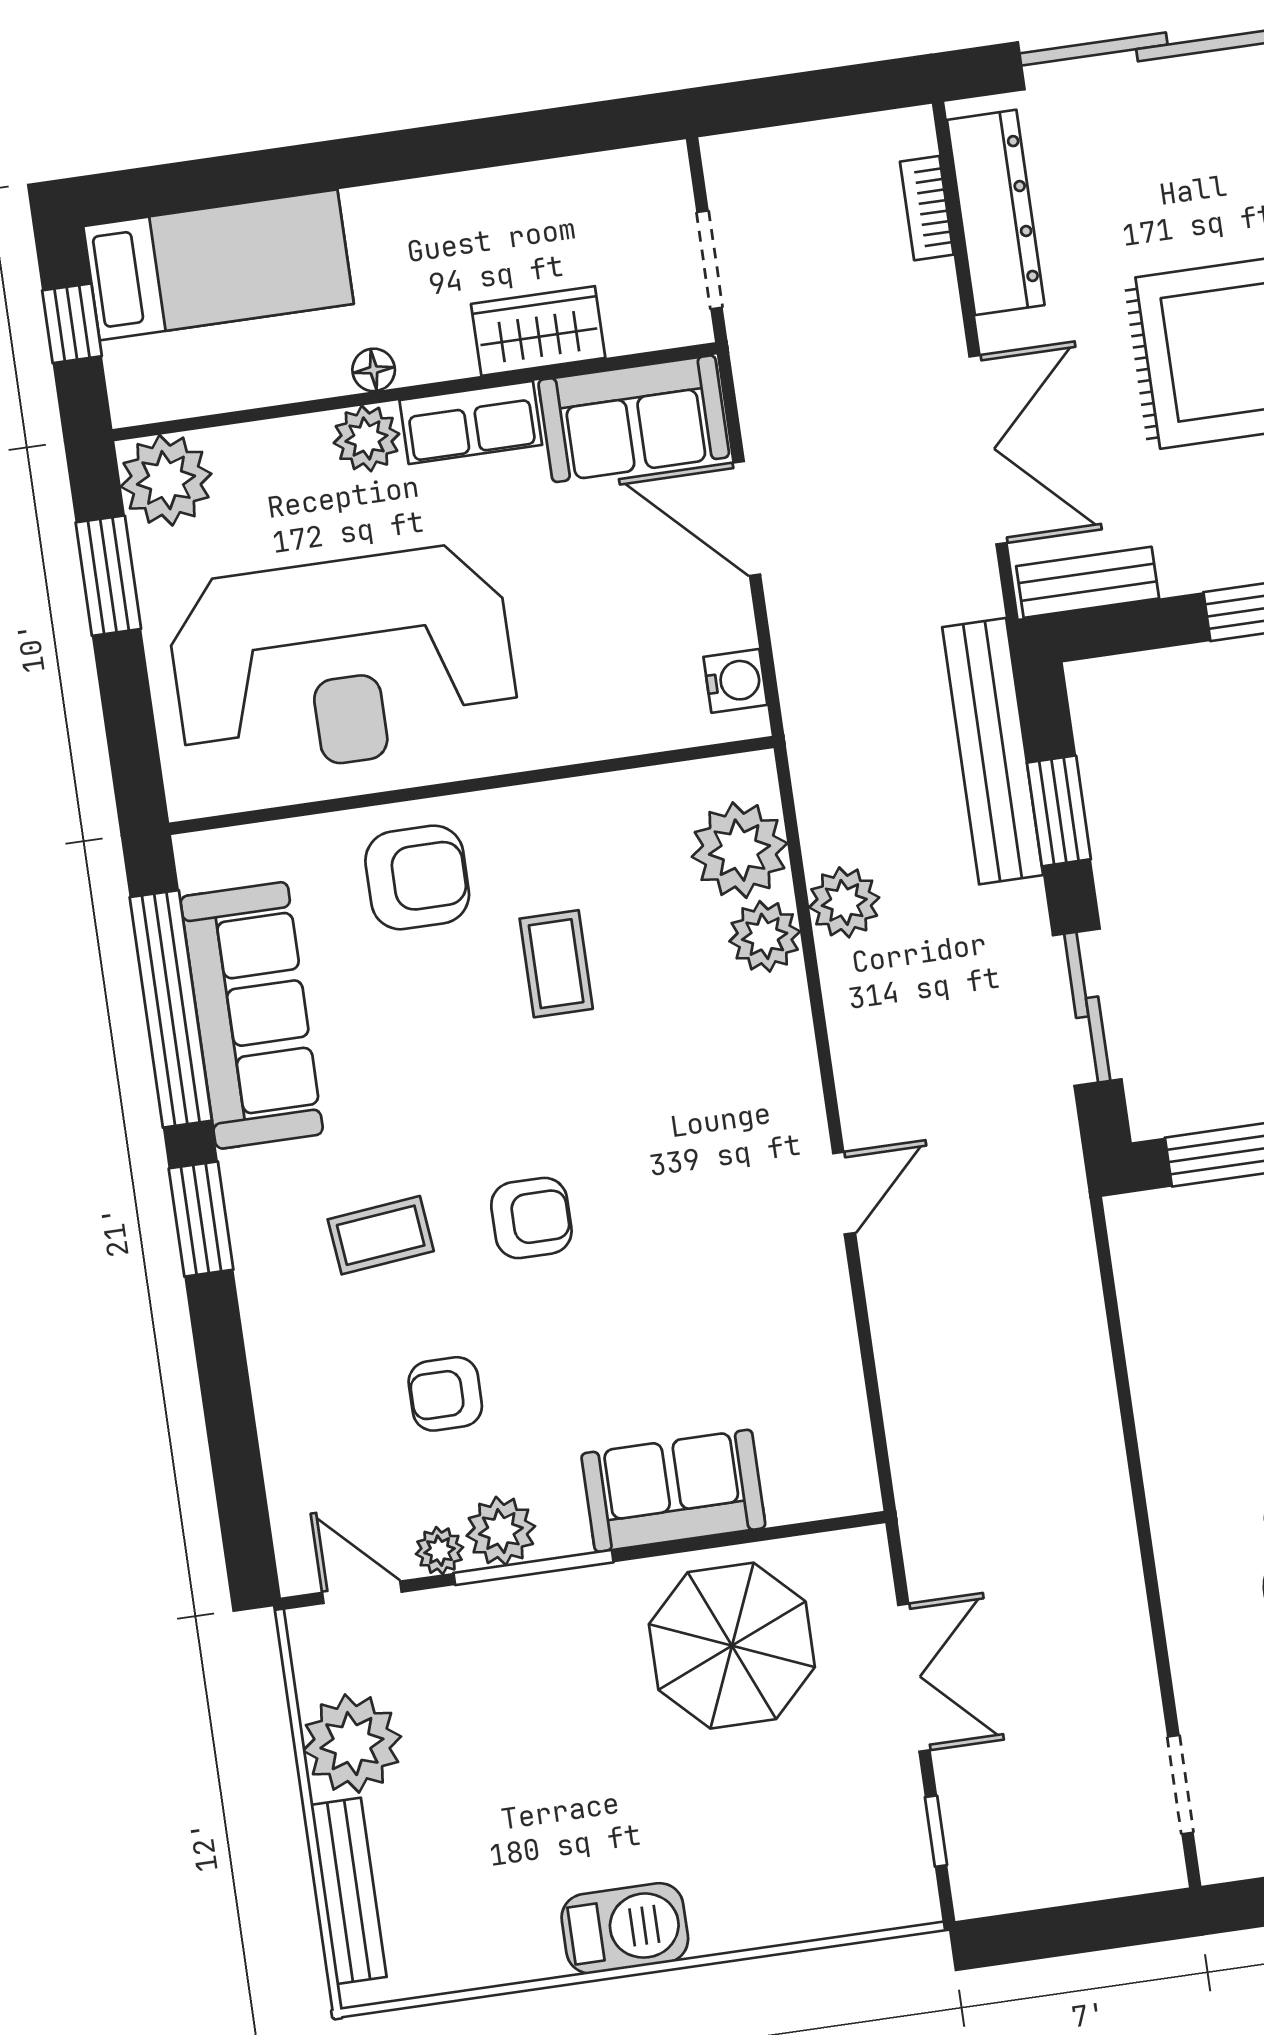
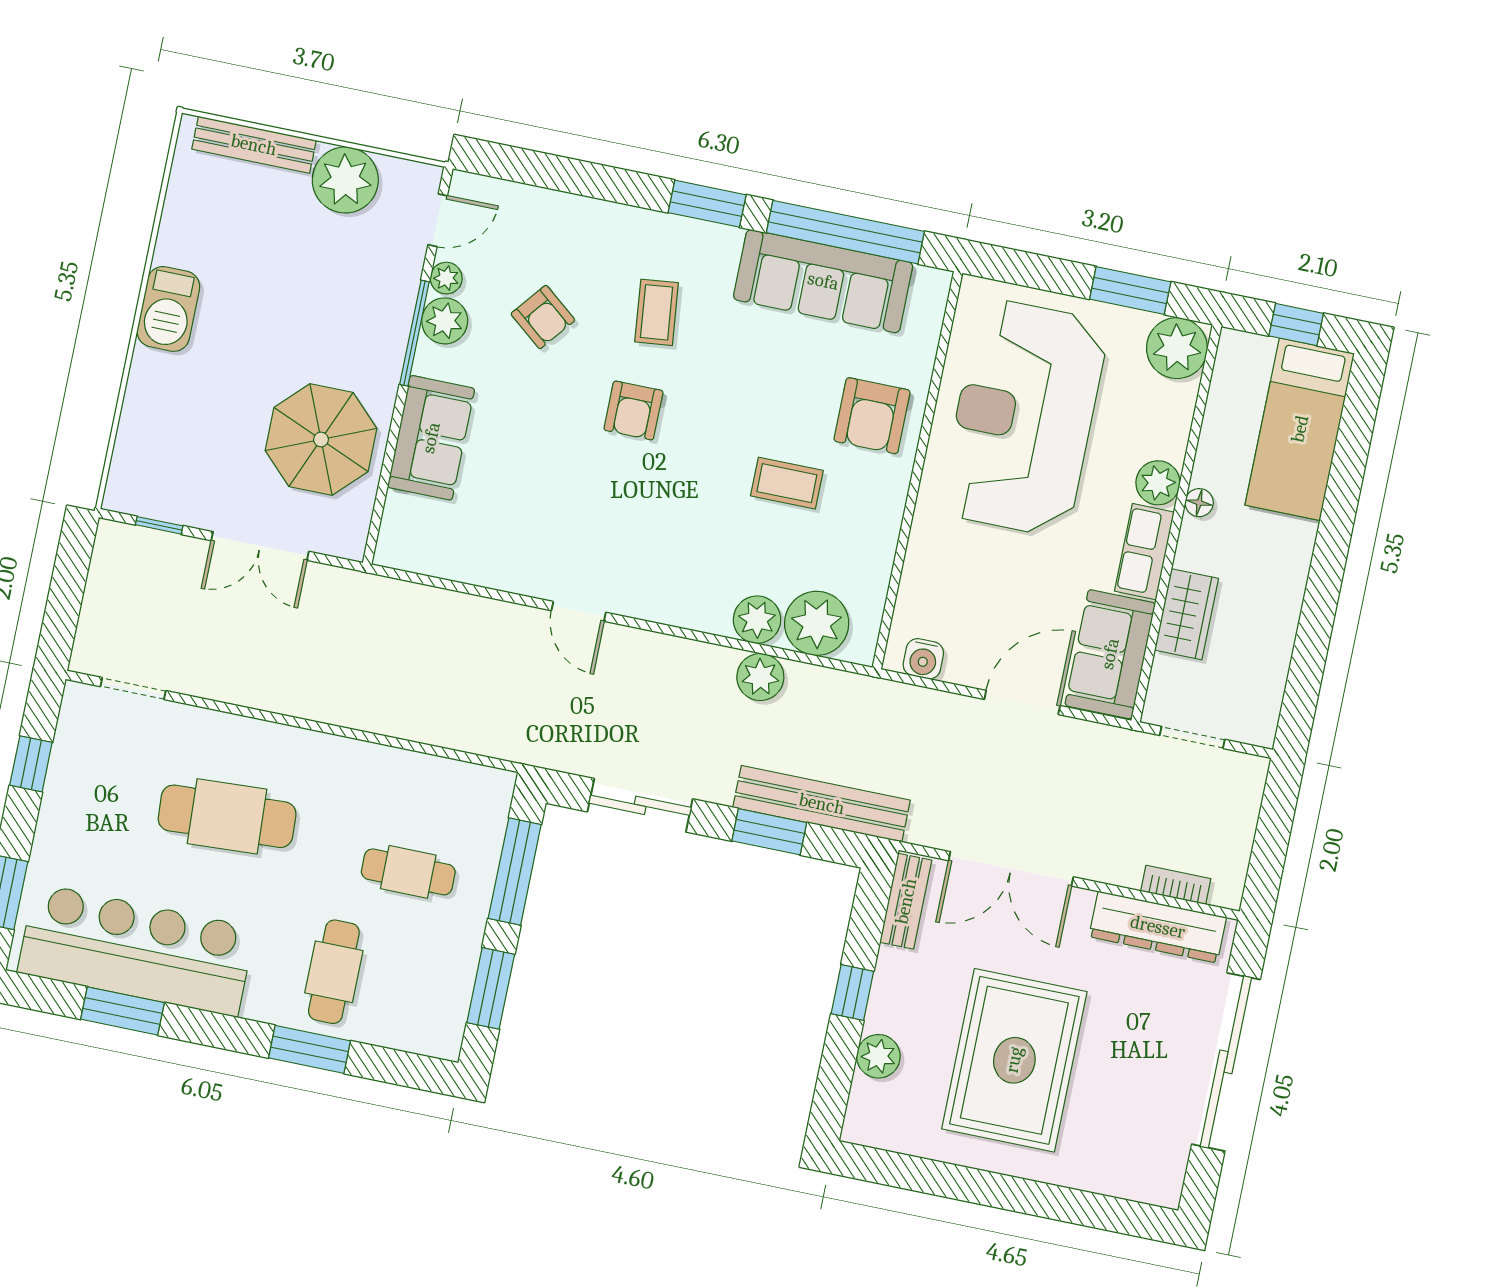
armchair: (445, 1394) -> (543, 317), turned 129

